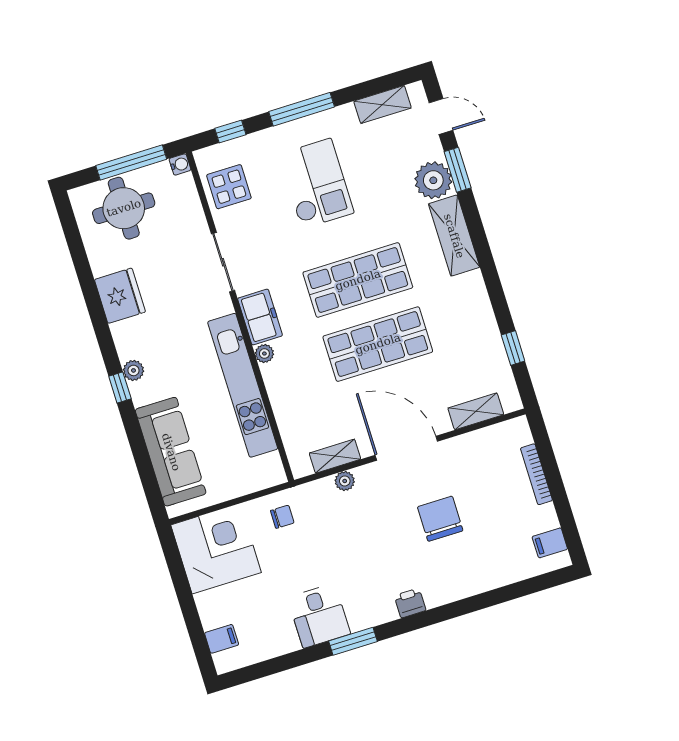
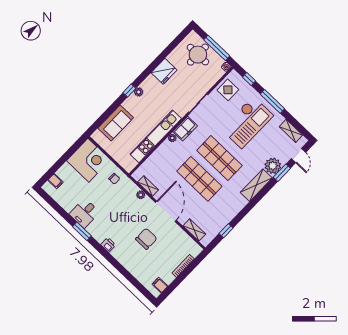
checkout: (316, 184) -> (247, 122), width x1.36, depth x1.21
sofa: (171, 452) -> (116, 123), width x0.73

